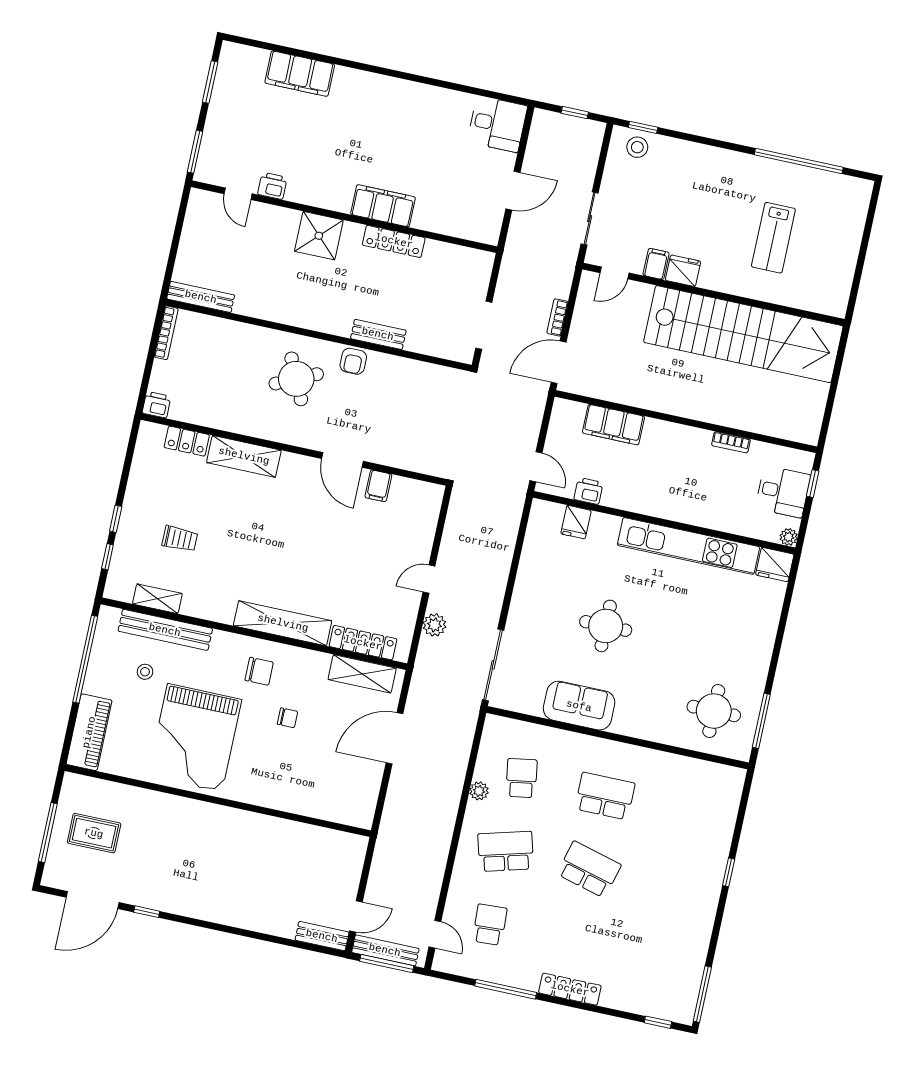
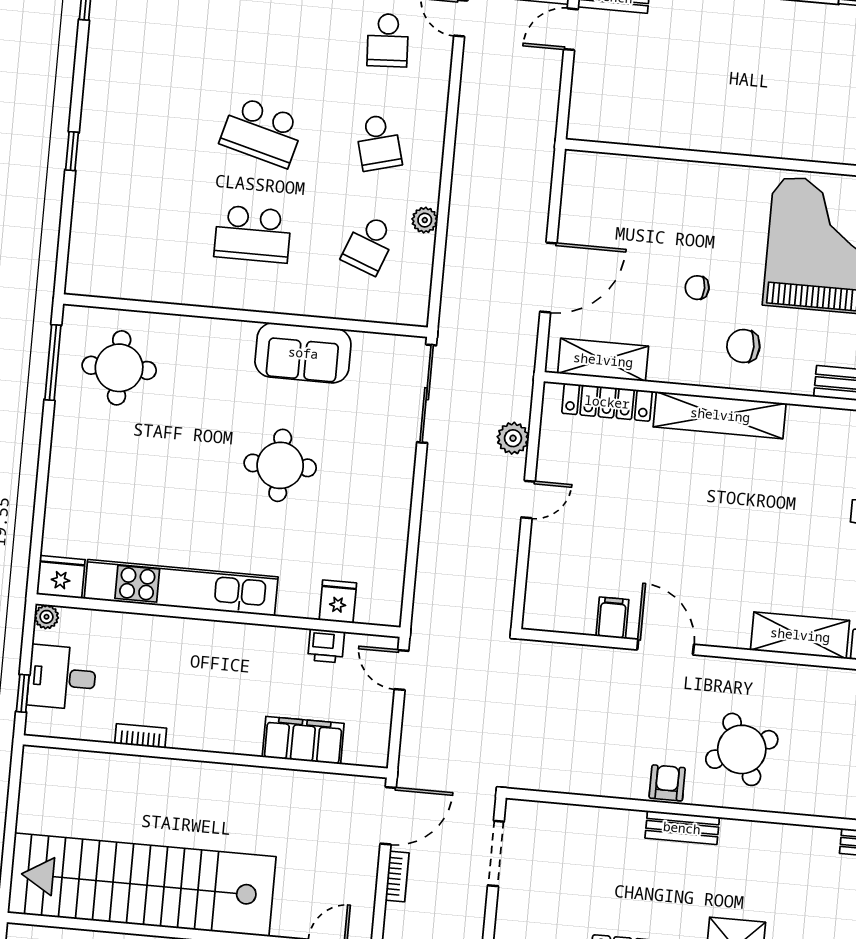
bench: (378, 334) -> (682, 828), moved
school desk: (521, 778) -> (369, 245), turned 30
school desk: (506, 851) -> (378, 142), width x0.54

